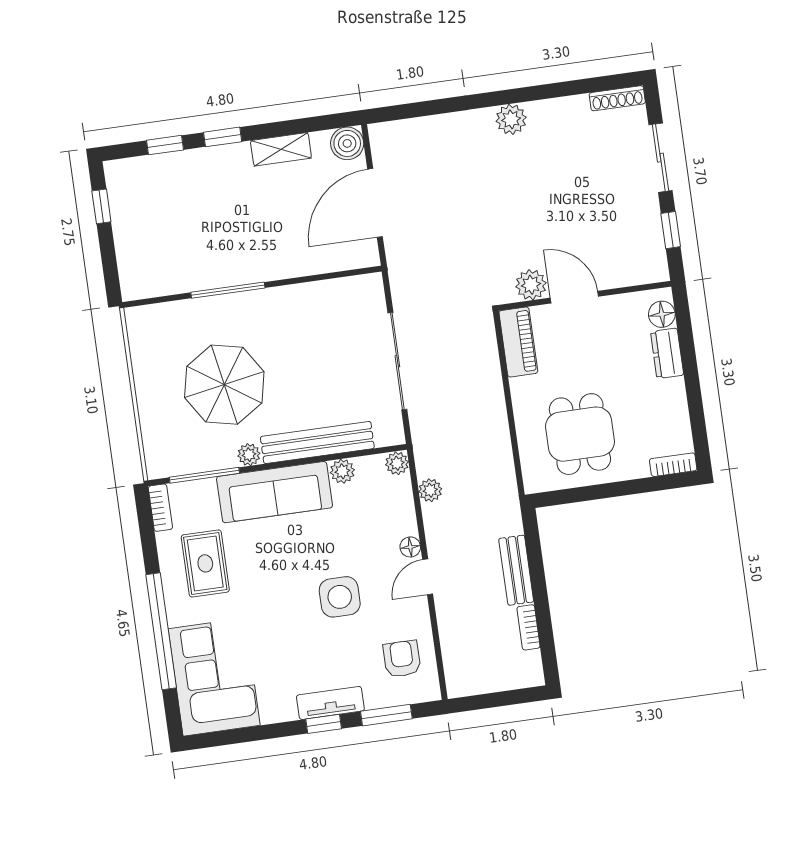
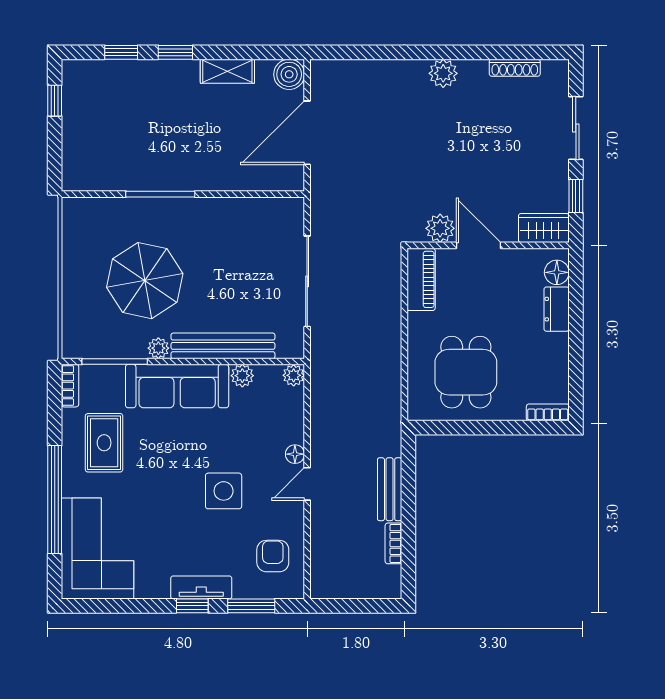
shoe rack: (617, 98) -> (515, 68), moved
wardrobe: (641, 269) -> (544, 228), added
plant: (430, 490) -> (321, 404), removed

